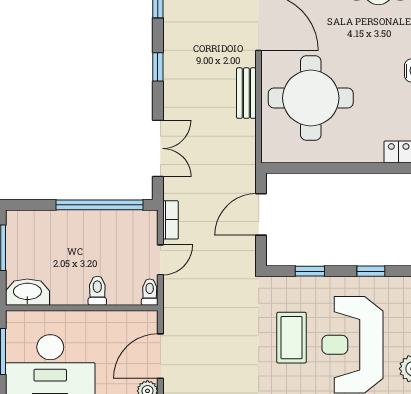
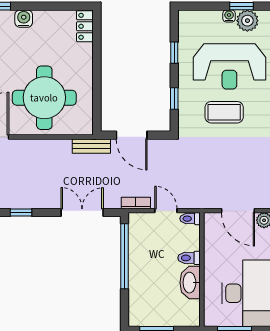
bench: (246, 93) -> (91, 146), moved
washbasin: (27, 292) -> (190, 283), moved

